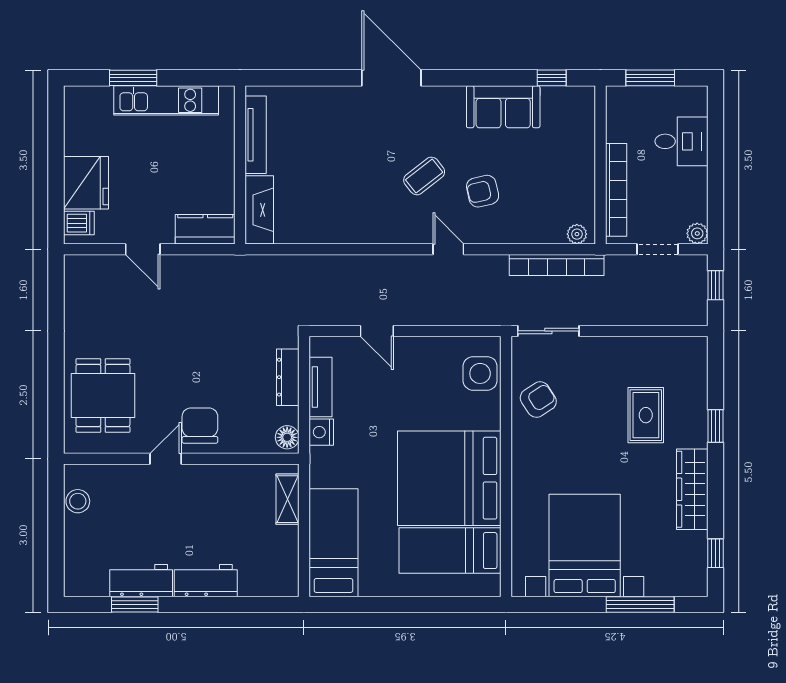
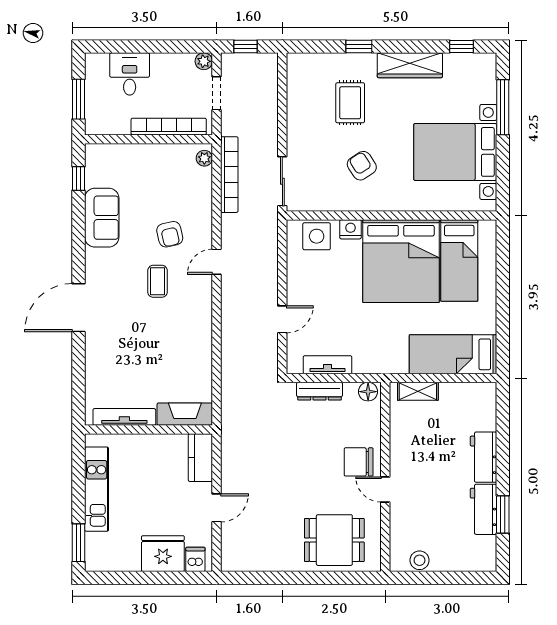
window: (133, 78) -> (78, 543), moved
coffee table: (424, 176) -> (158, 281), turned 38
armchair: (538, 400) -> (362, 166), moved
rug: (646, 415) -> (350, 103), turned 90
nightstand: (321, 432) -> (351, 229), moved, turned 180

